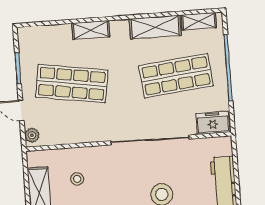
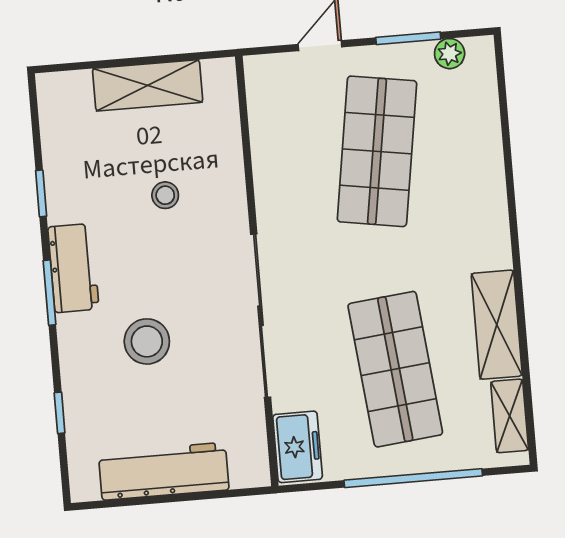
shelving: (91, 30) -> (489, 190), removed
plant: (32, 135) -> (450, 54), moved
stool: (77, 179) -> (165, 195), moved

